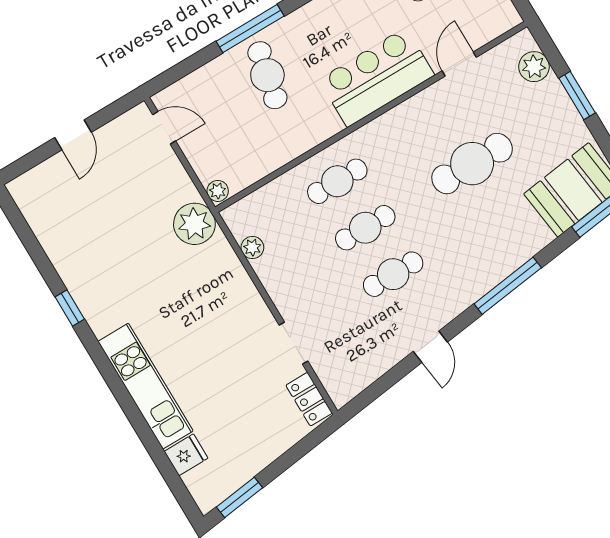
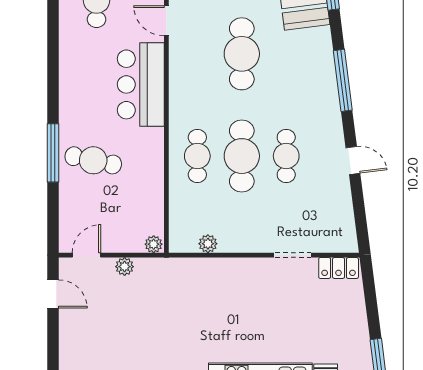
door: (73, 135) -> (53, 294), moved
plant: (194, 224) -> (125, 267), moved, width x0.53, depth x0.53
cafe table: (365, 228) -> (242, 156), width x1.37, depth x1.35

